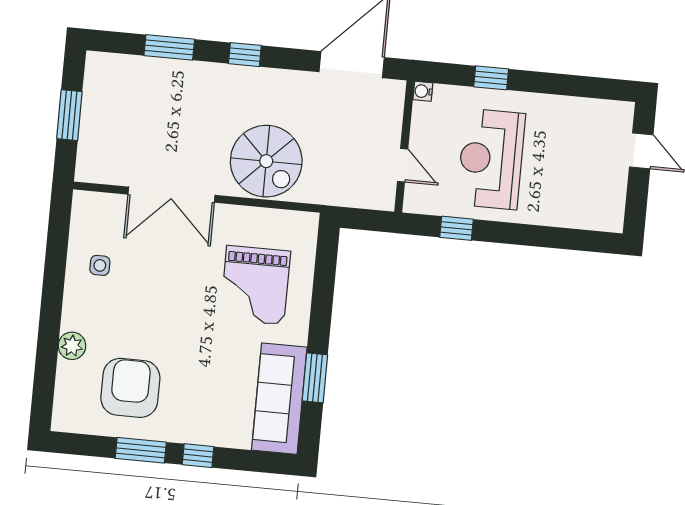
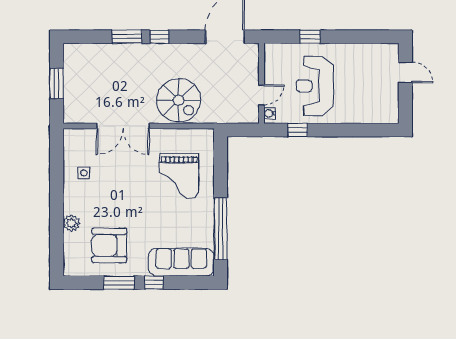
window: (169, 47) -> (127, 37), moved
water cooler: (423, 91) -> (270, 113), moved
door: (403, 165) -> (262, 95), hinge flipped
window: (315, 378) -> (221, 229), width x2.11
armchair: (130, 388) -> (109, 245), turned -90
sofa: (279, 399) -> (181, 262), moved, turned 90

